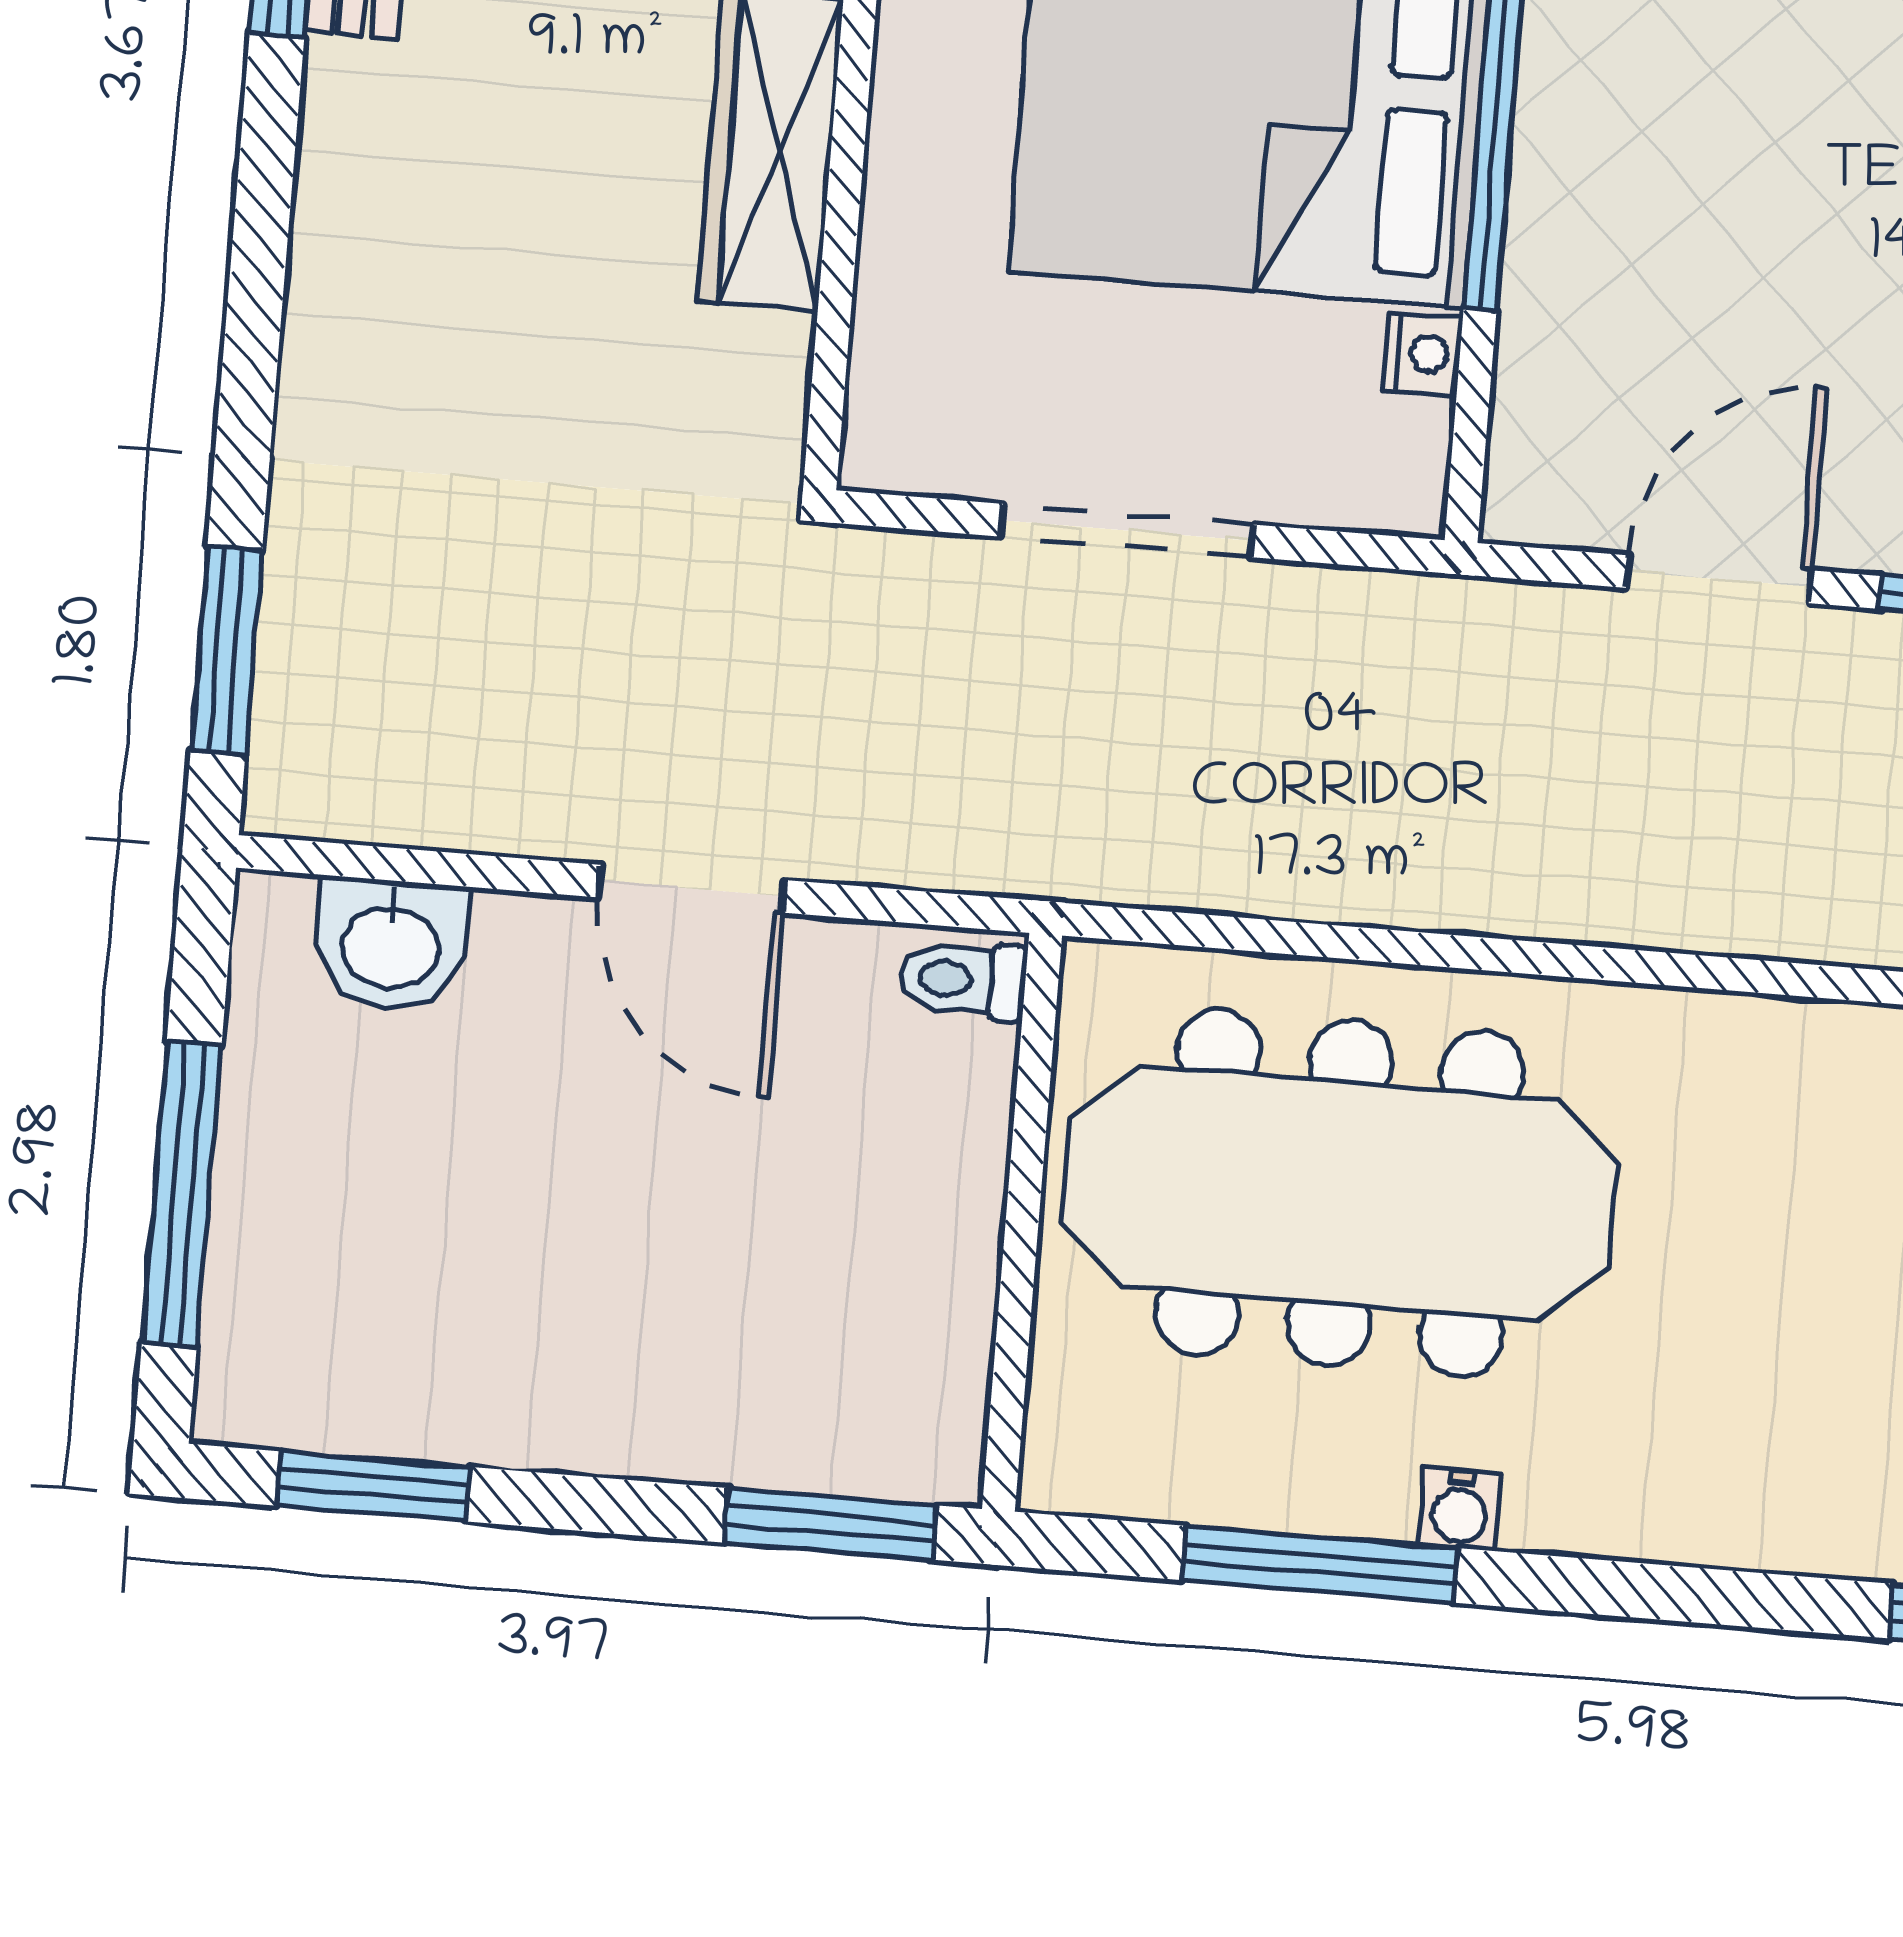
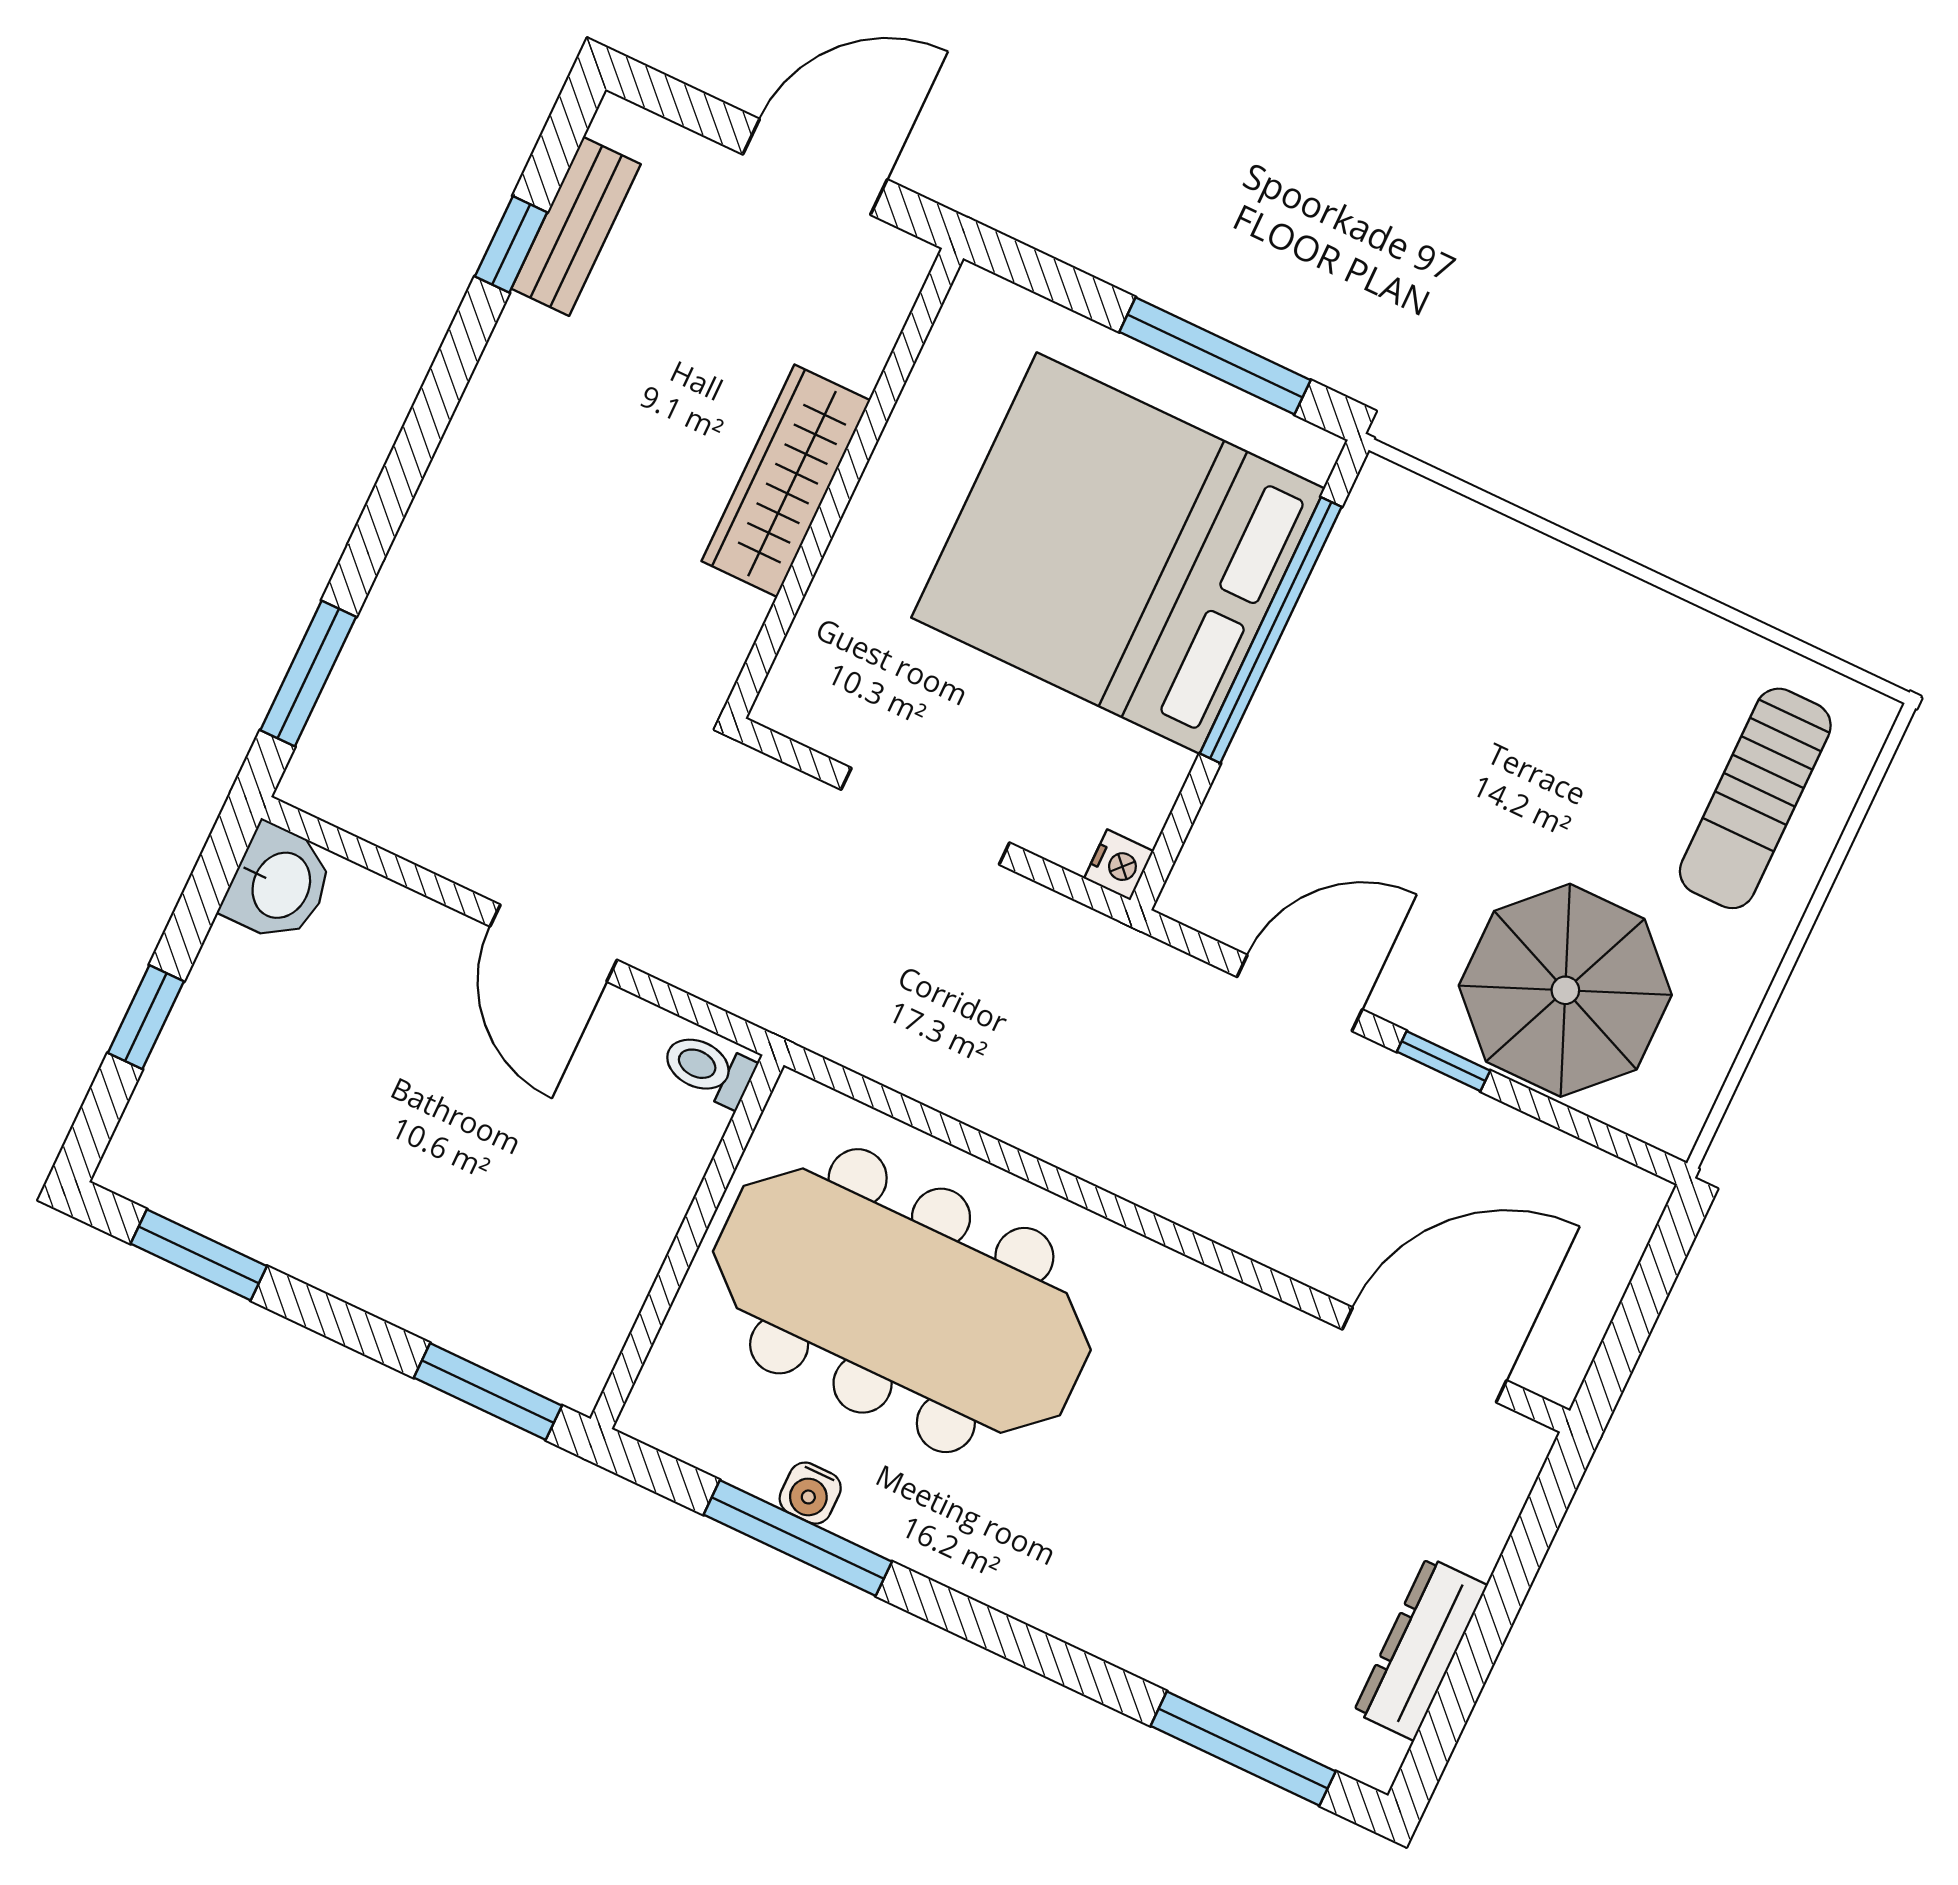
nightstand: (1423, 353) -> (1119, 865), moved
washbasin: (391, 944) -> (279, 884), moved, turned -90
window: (182, 1194) -> (146, 1017), width x0.46
water cooler: (1460, 1509) -> (810, 1493), moved

